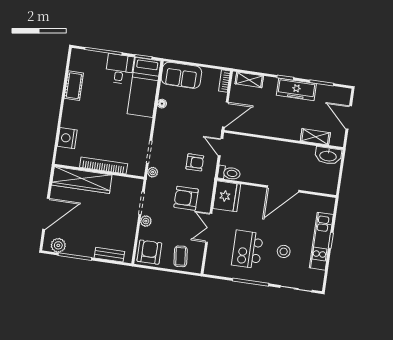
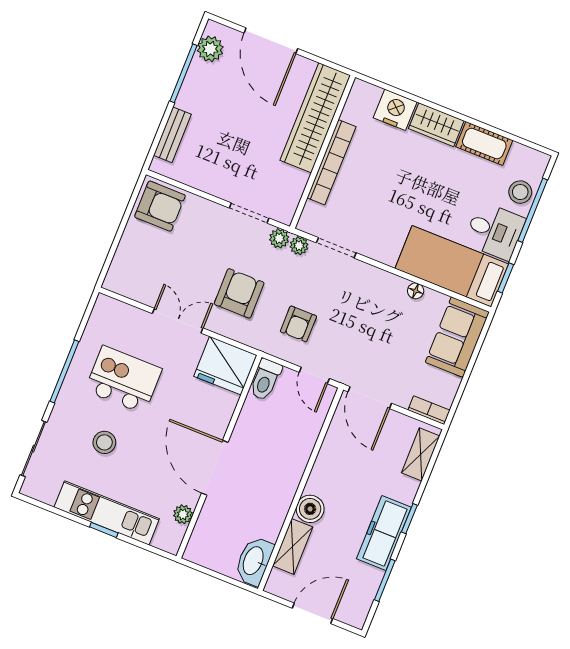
stool: (95, 60) -> (520, 192), added
wardrobe: (70, 114) -> (436, 125), added
boiler: (293, 132) -> (310, 509), added
door: (221, 147) -> (314, 375), swing flipped
plant: (312, 200) -> (183, 514), added
plant: (146, 221) -> (279, 238), moved
coffee table: (181, 256) -> (139, 259), removed

